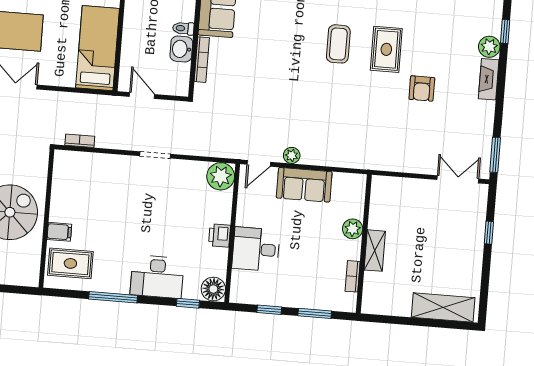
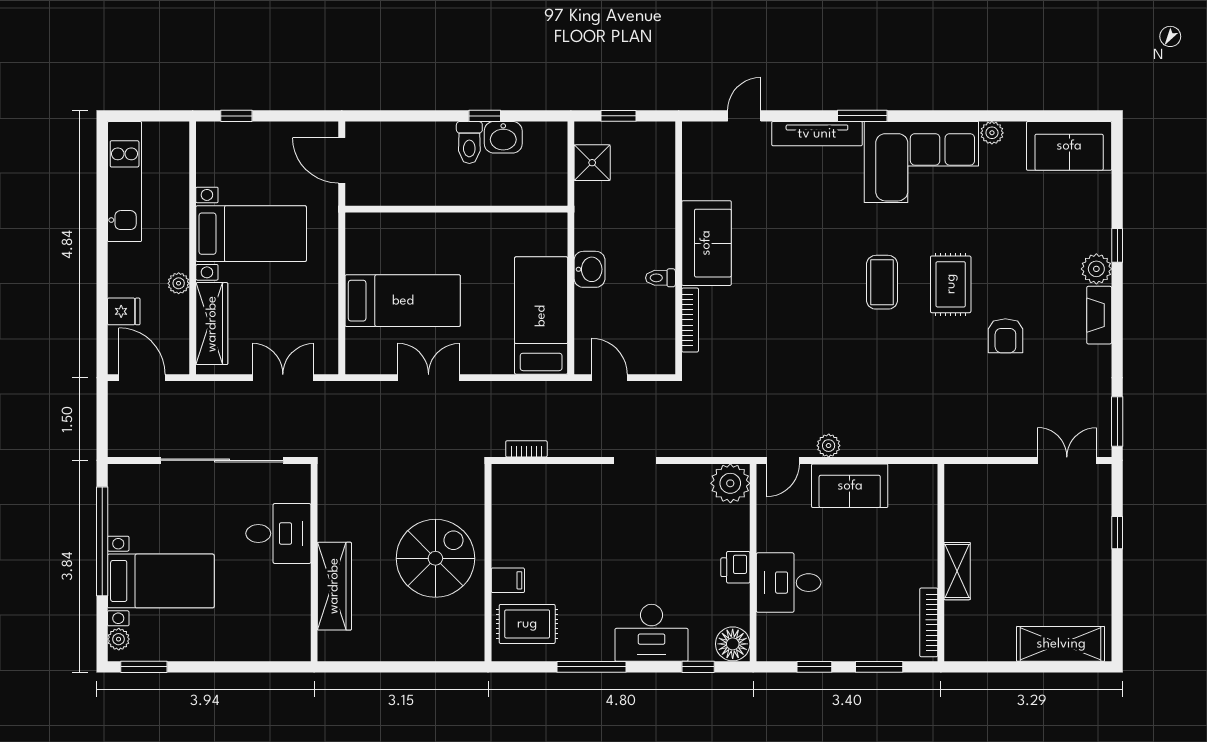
washbasin: (181, 49) -> (590, 269), moved, turned 180
plant: (353, 229) -> (923, 543), removed
bookcase: (353, 276) -> (929, 622), width x1.56

